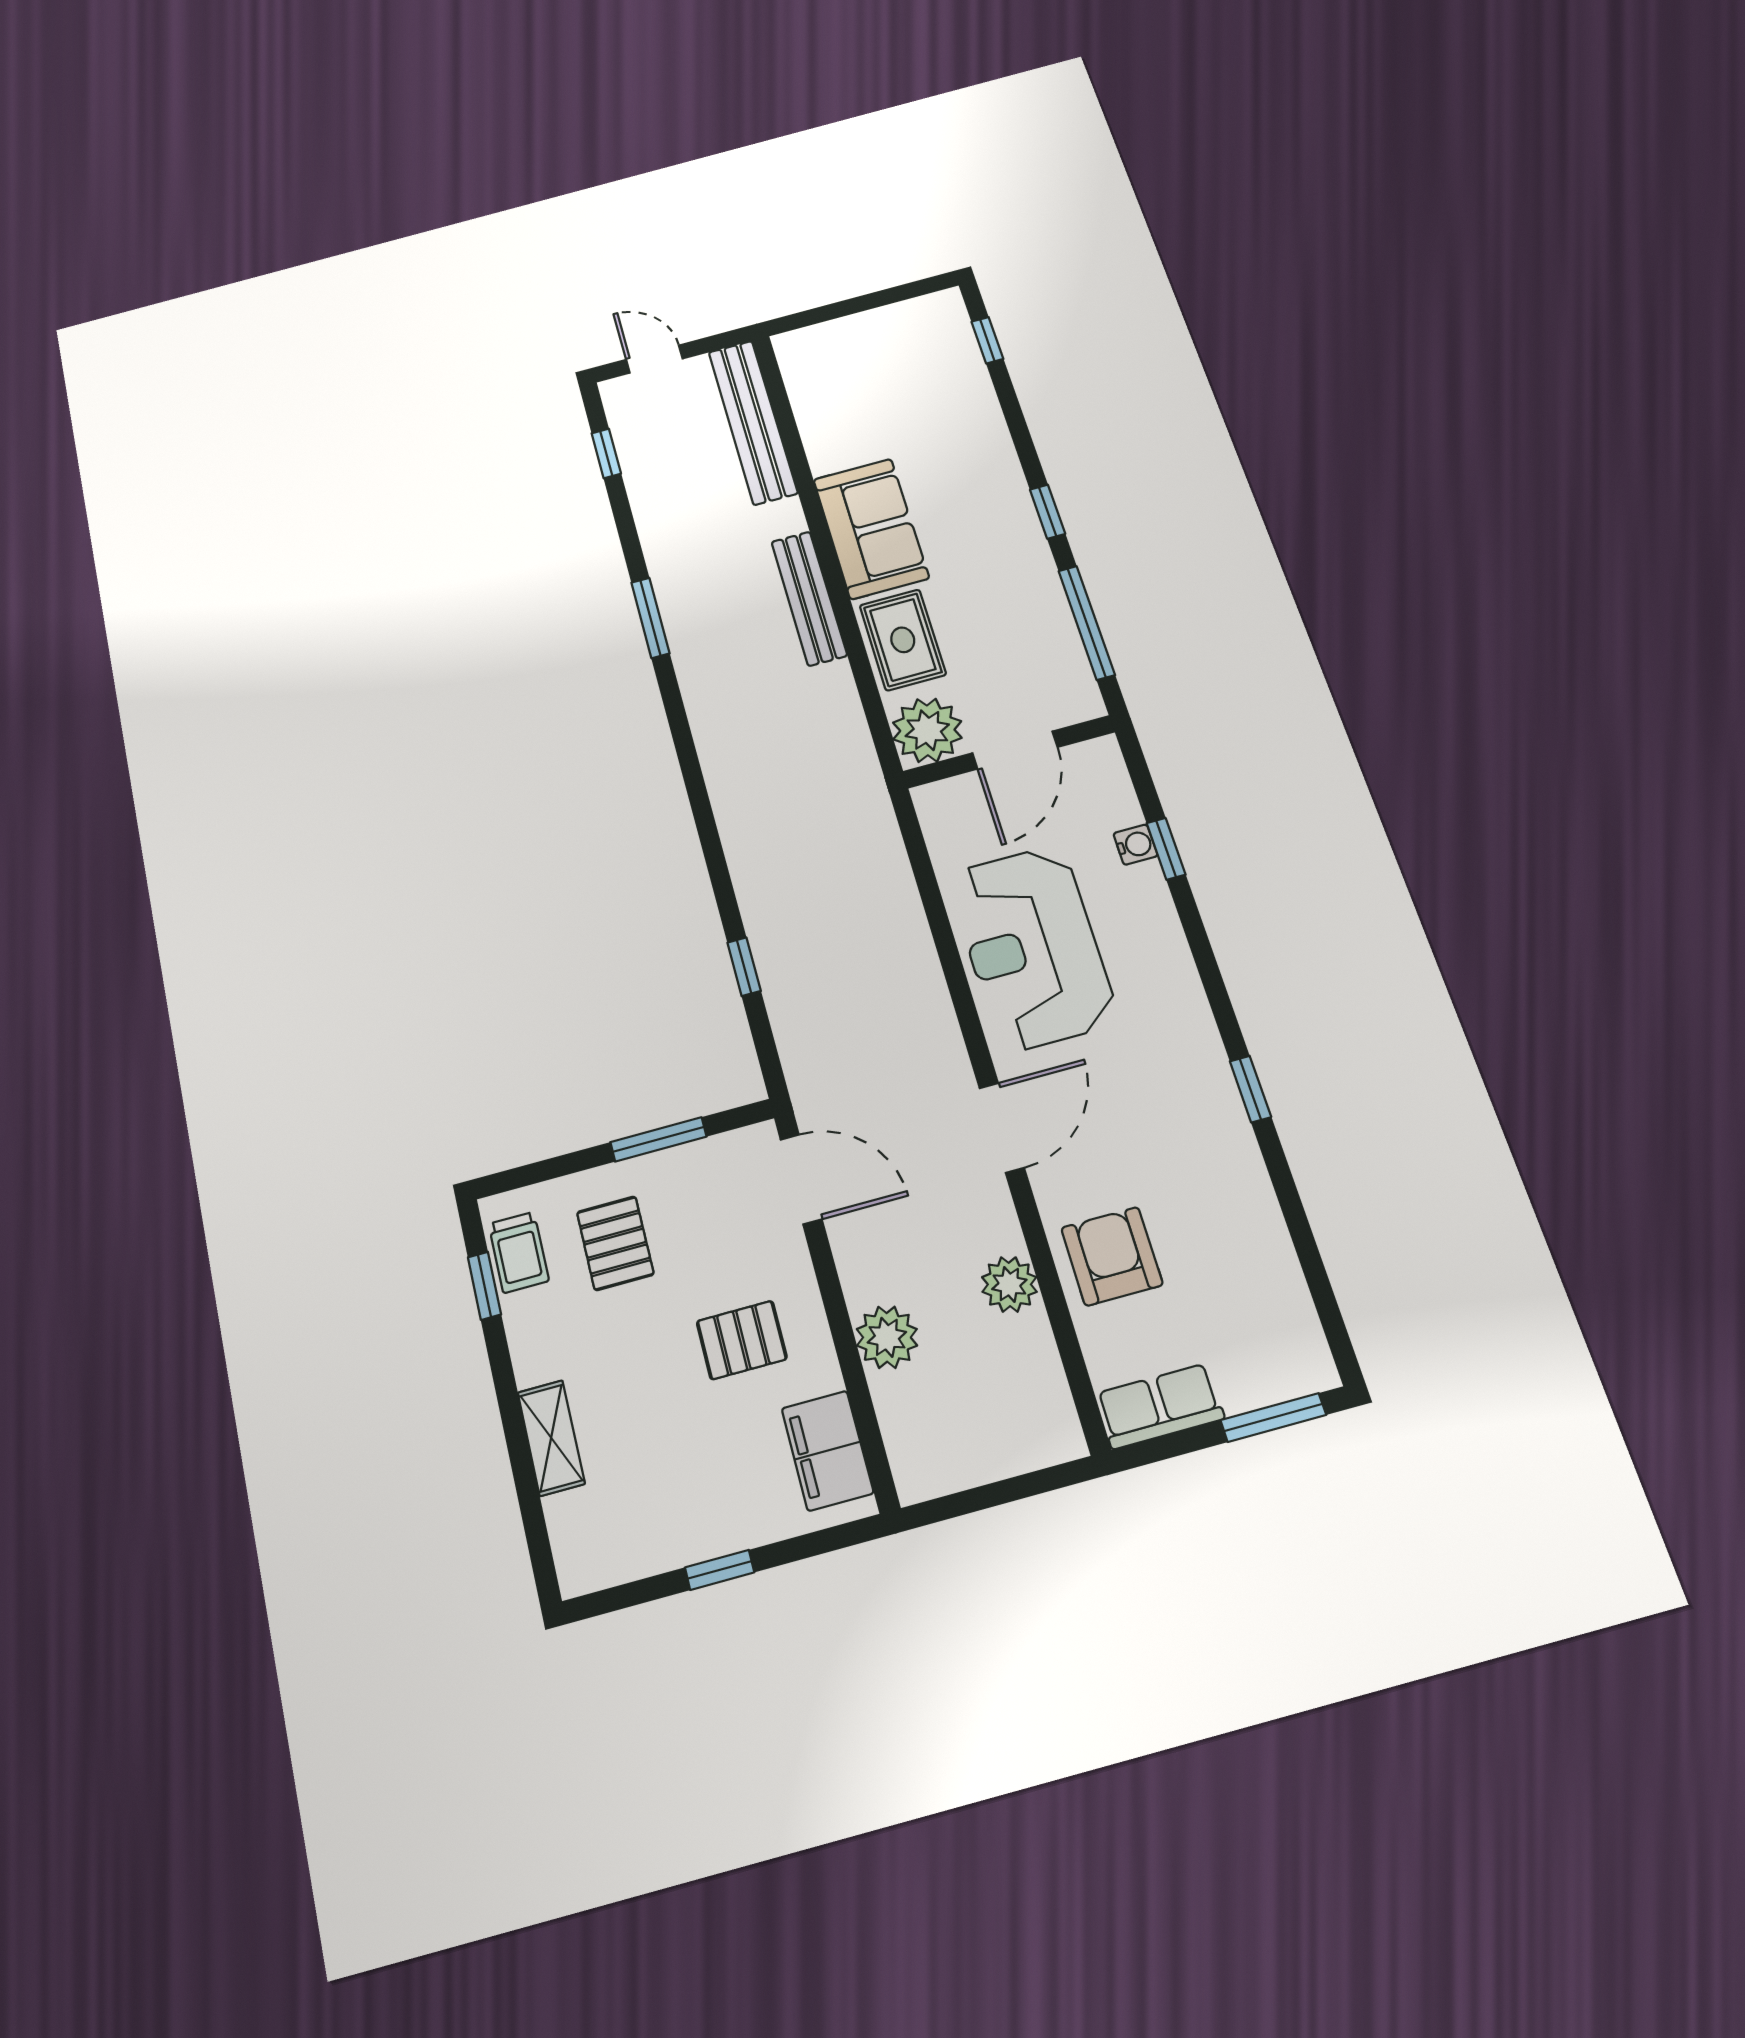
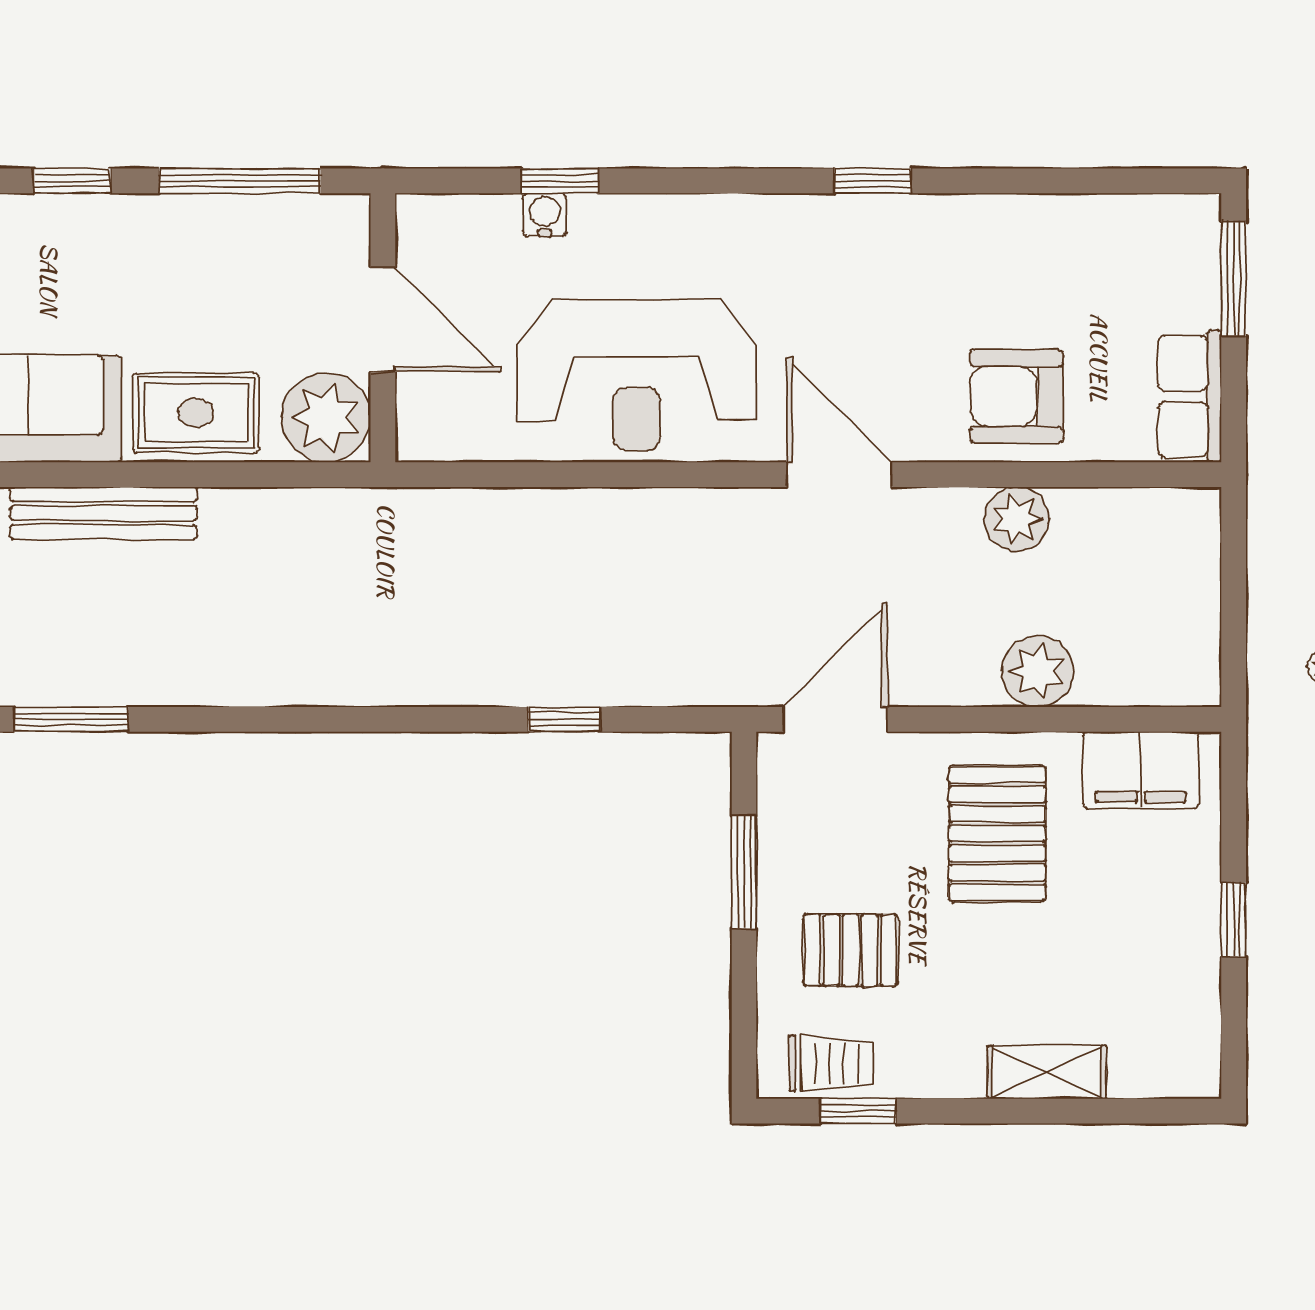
pallet: (742, 1340) -> (997, 834), width x1.50, depth x1.42

